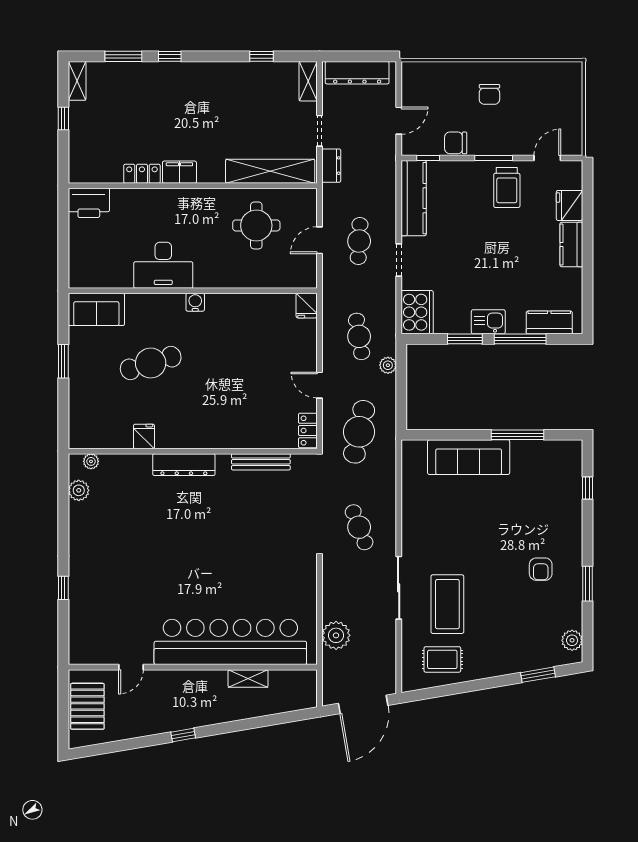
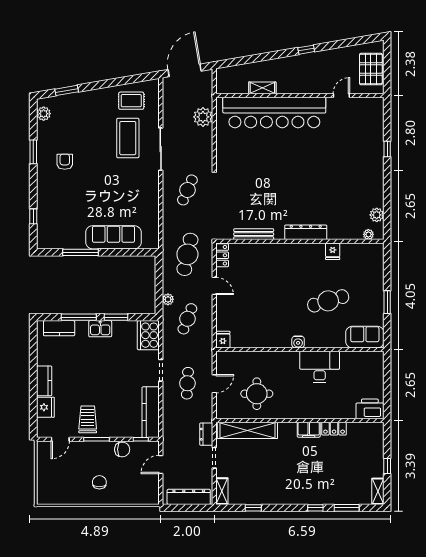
cafe table: (359, 336) -> (187, 319), turned 30
cafe table: (359, 527) -> (187, 190), turned 45

